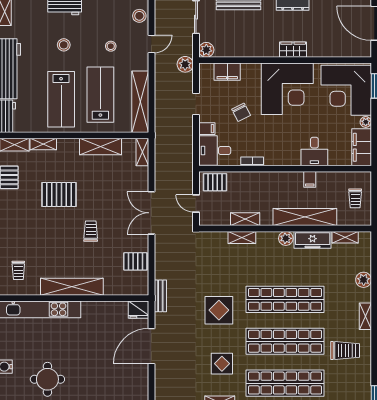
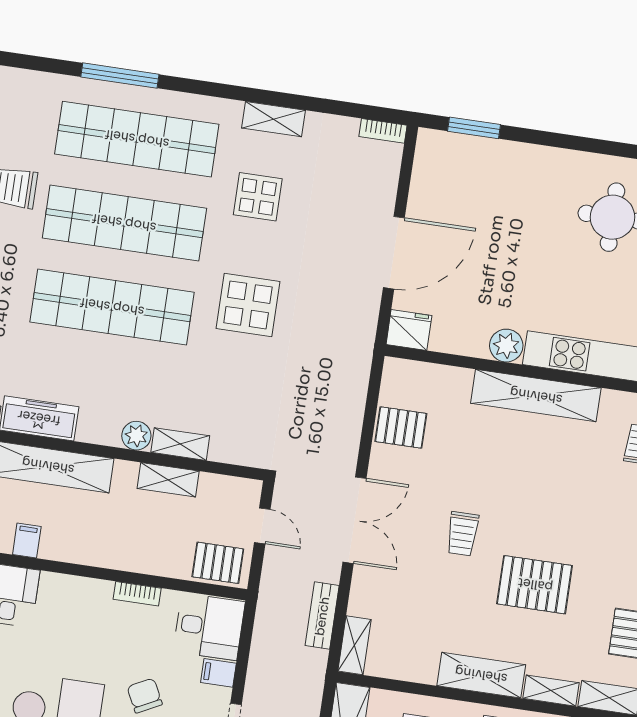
shelving: (100, 146) -> (481, 675), moved
trolley: (91, 231) -> (462, 534), moved
plant: (286, 238) -> (136, 436), moved
bench: (160, 296) -> (322, 616), moved
plant: (90, 309) -> (506, 346), added

